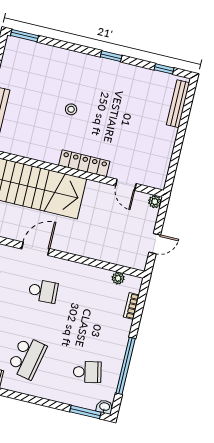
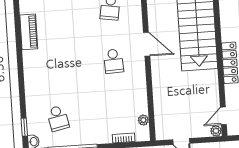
door: (126, 185) -> (223, 116), moved
school desk: (27, 358) -> (54, 65), removed
window: (85, 412) -> (24, 127), width x0.67

